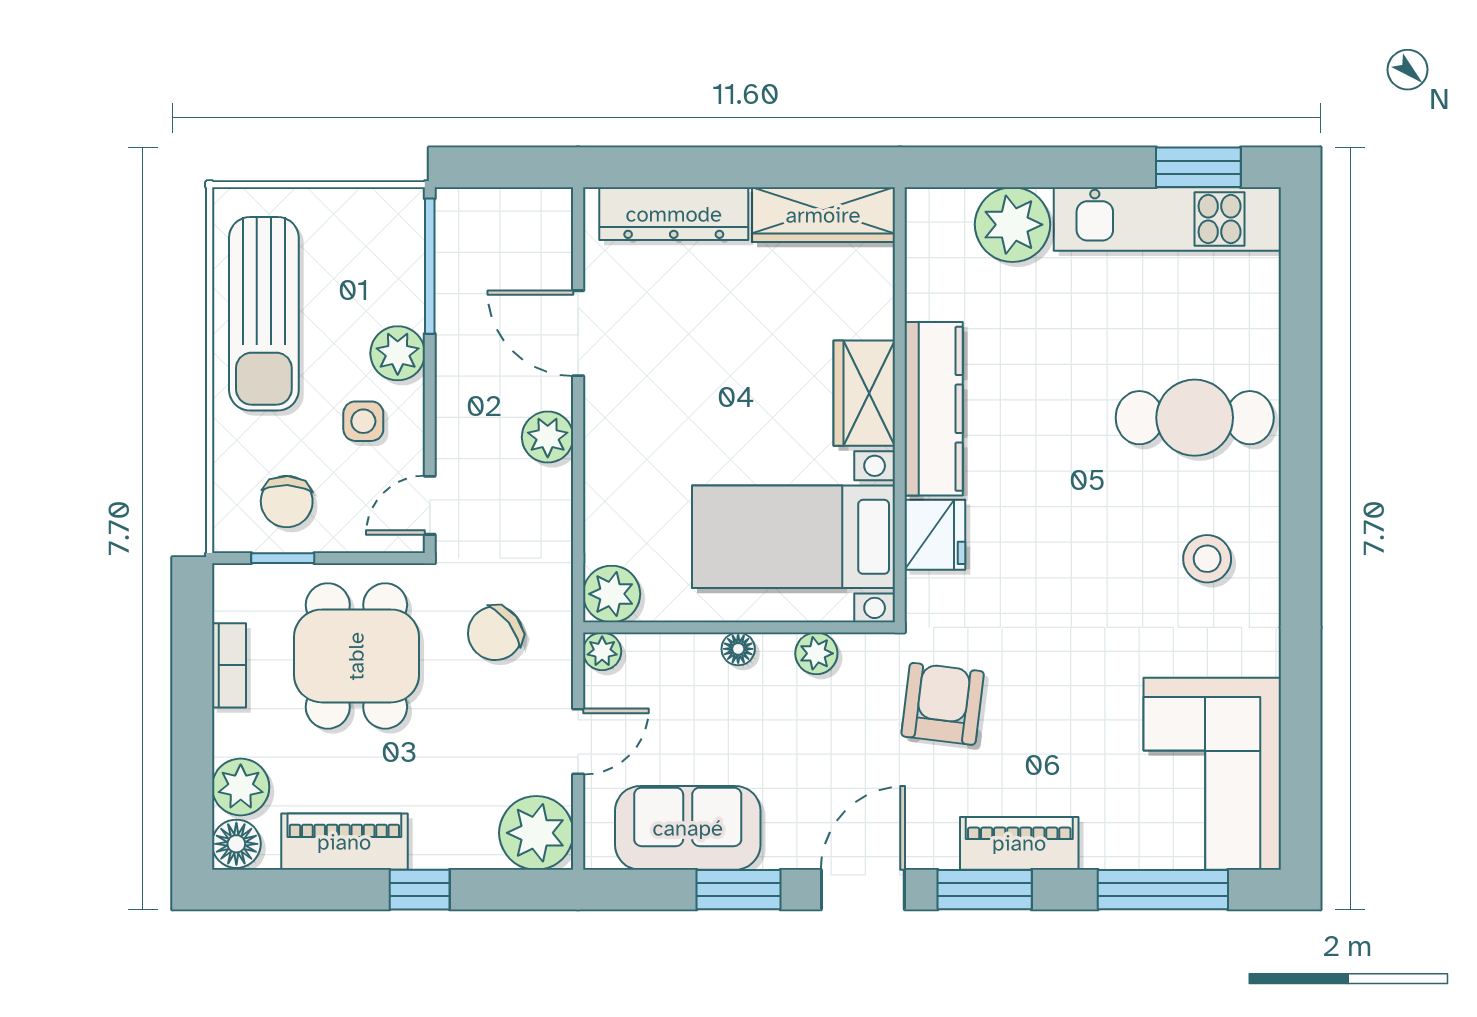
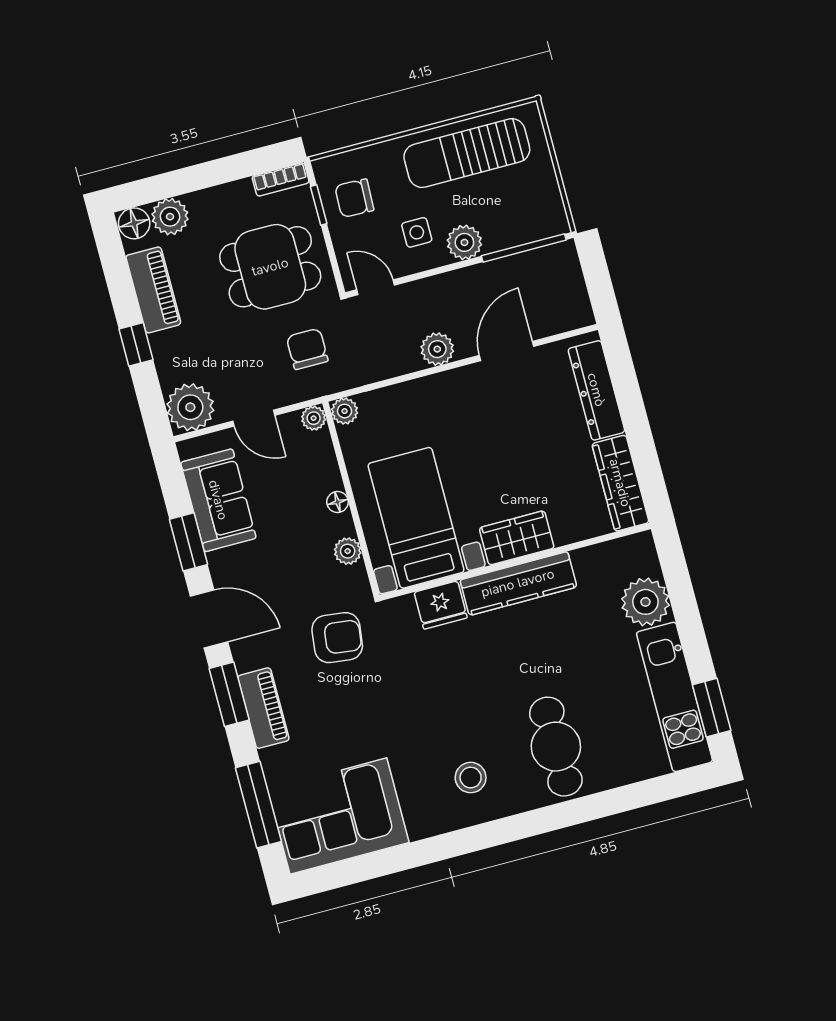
plant: (612, 594) -> (345, 411), width x0.73, depth x0.73
chair: (495, 633) -> (307, 349), turned 38
bookcase: (229, 665) -> (281, 179), moved

